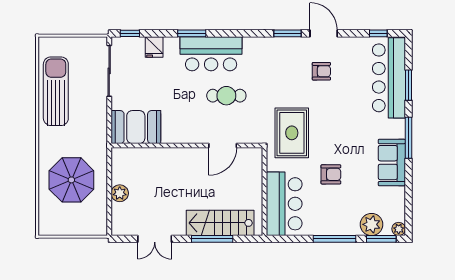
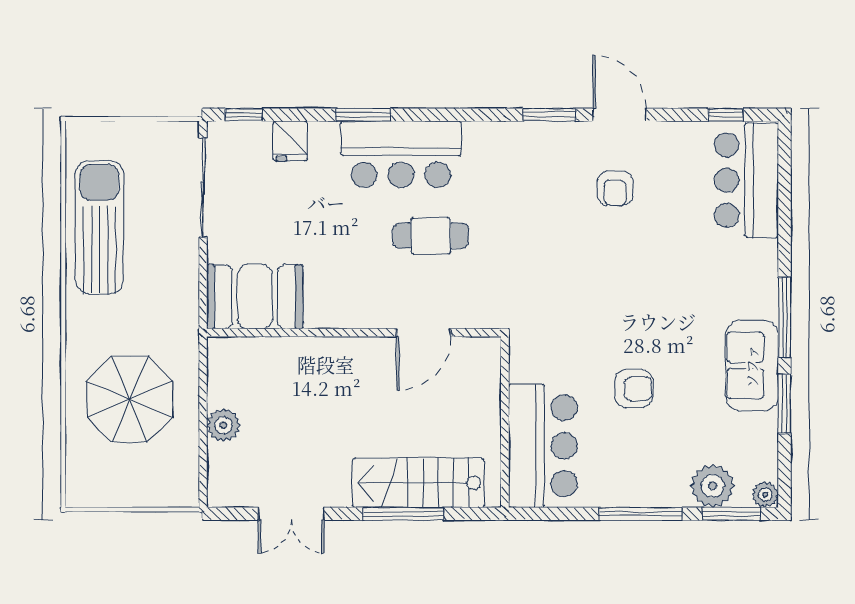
armchair: (321, 71) -> (615, 188), turned 90
bar counter: (389, 78) -> (746, 180), width x0.73
window: (409, 85) -> (784, 404), moved
rug: (292, 133) -> (558, 308), removed

